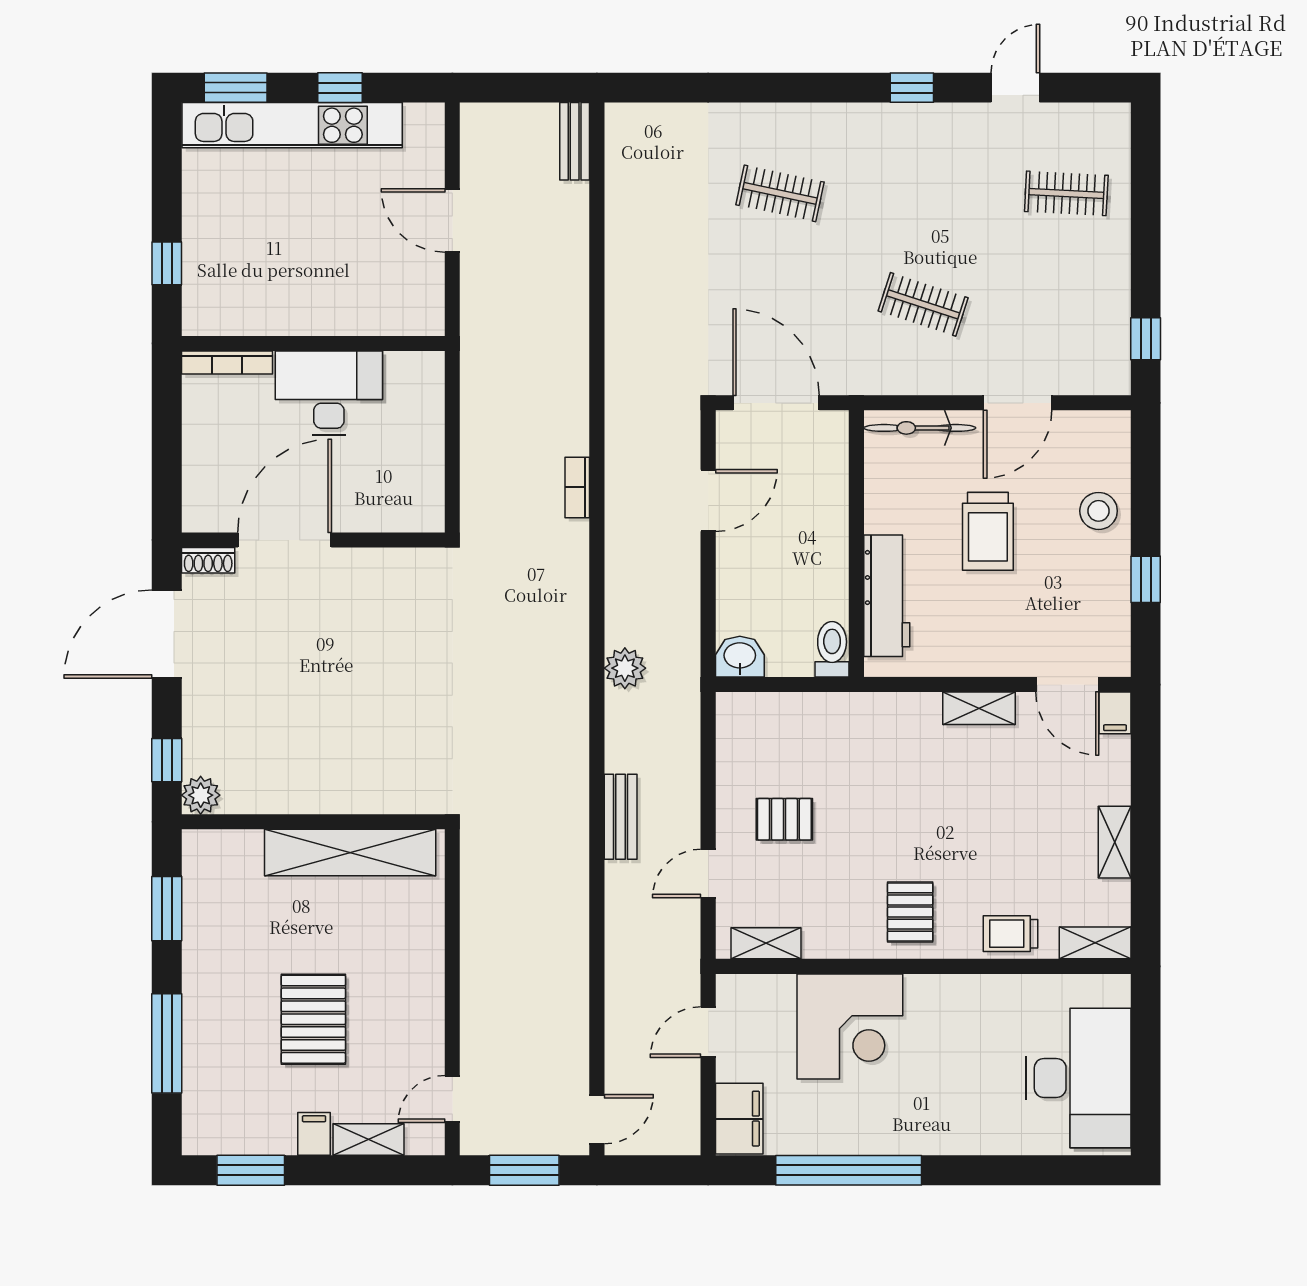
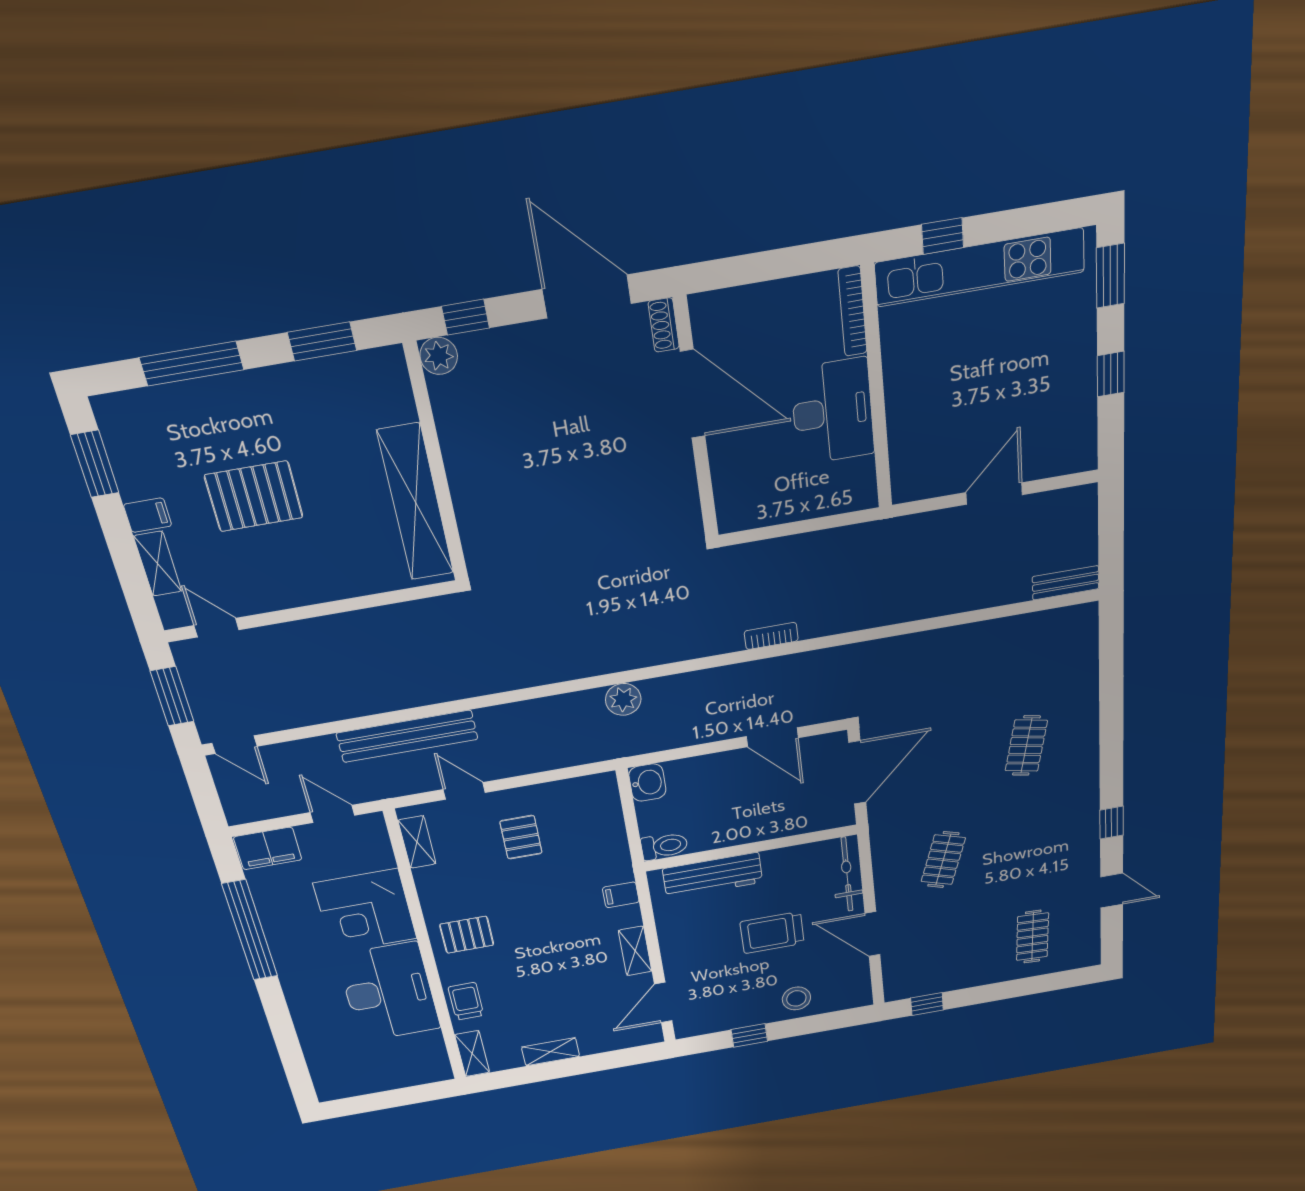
kitchen unit: (292, 125) -> (980, 267), moved, turned -90
filing cabinet: (1115, 713) -> (621, 895), moved
bench: (621, 817) -> (407, 736), moved, width x1.86, depth x1.21
desk: (1078, 1078) -> (389, 992), moved, turned -90

